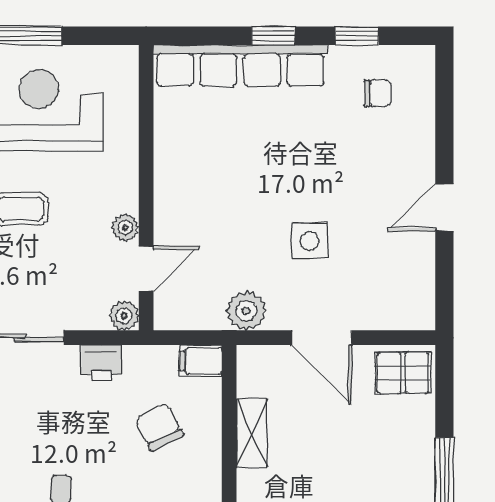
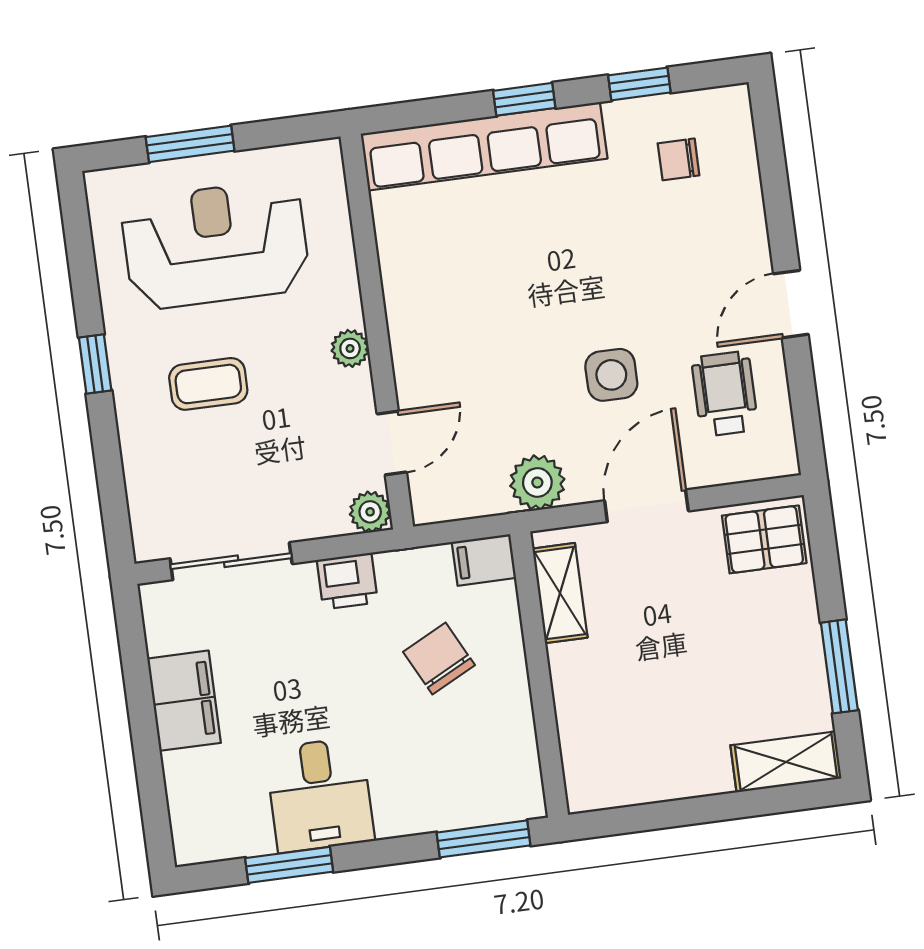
chair: (378, 93) -> (679, 159), turned 180
plant: (125, 227) -> (350, 348), moved
wheelchair: (389, 265) -> (725, 394), added
door: (322, 338) -> (646, 506), swing flipped
shelving: (252, 433) -> (560, 593), moved

